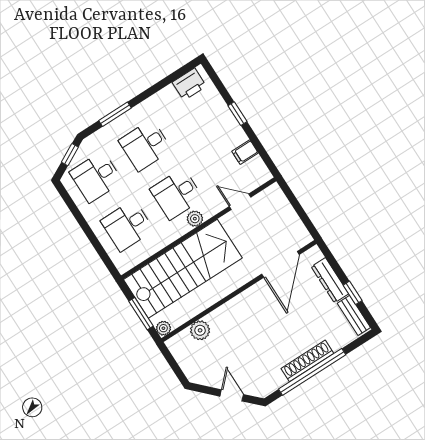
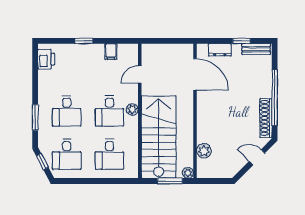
dresser: (330, 280) -> (220, 50), width x0.70
shoe rack: (307, 361) -> (266, 118), moved

